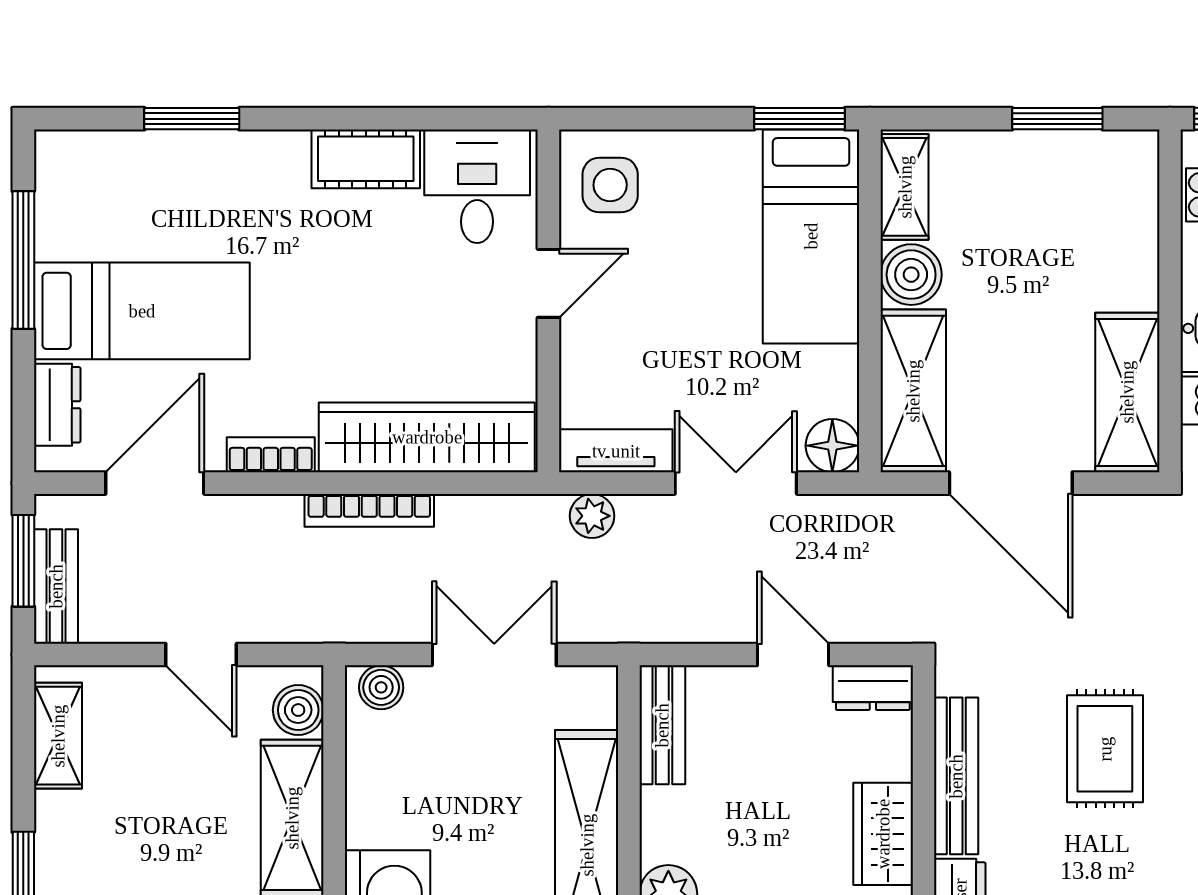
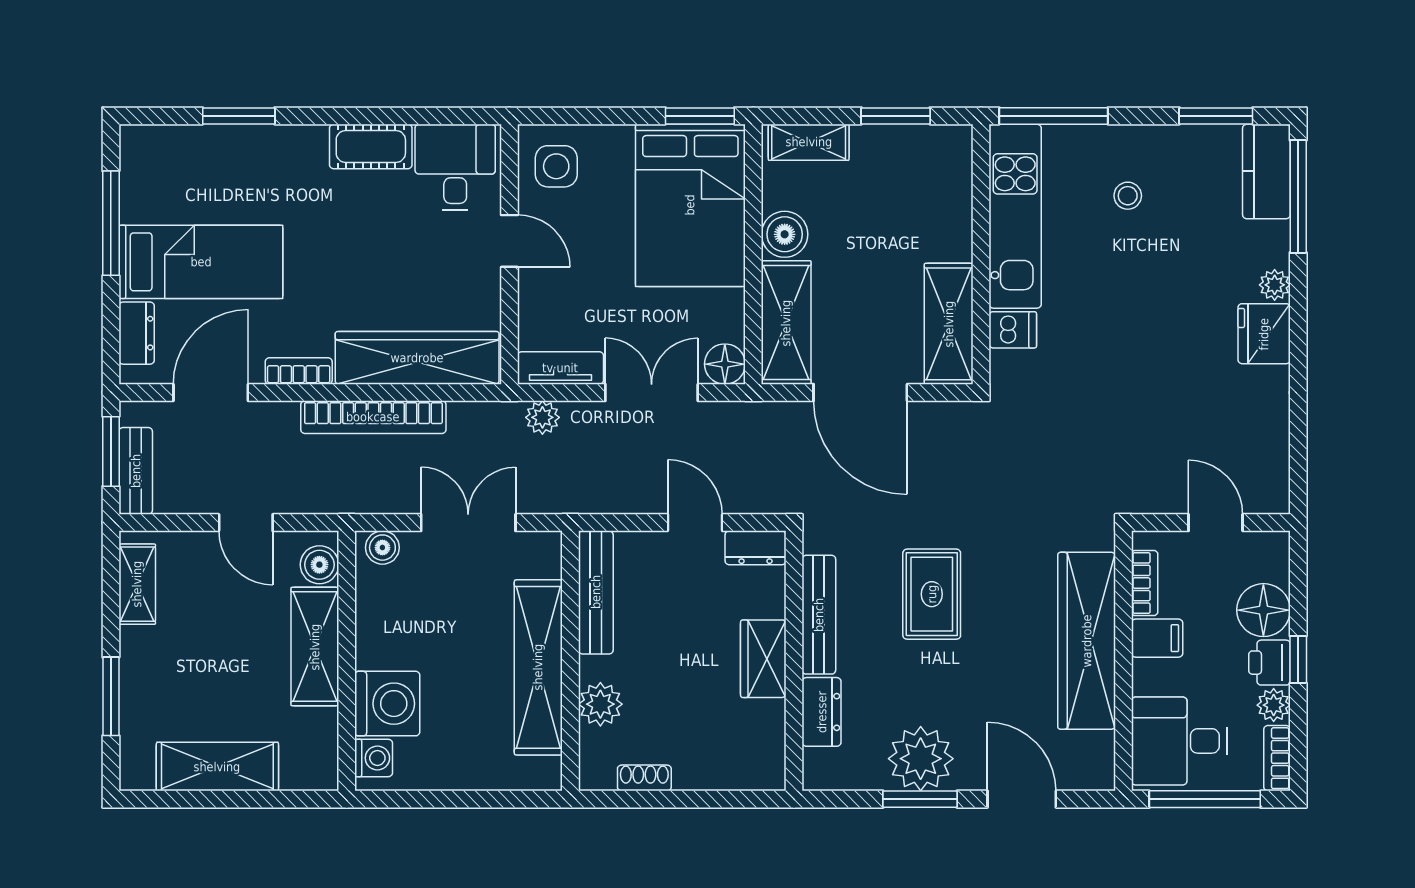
shelving: (905, 187) -> (809, 142), moved, turned 90
bed: (811, 236) -> (690, 205), width x1.50
door: (548, 283) -> (509, 241), hinge flipped
bookcase: (369, 510) -> (373, 417), width x1.48, depth x1.31
bench: (662, 725) -> (596, 592), width x1.36

